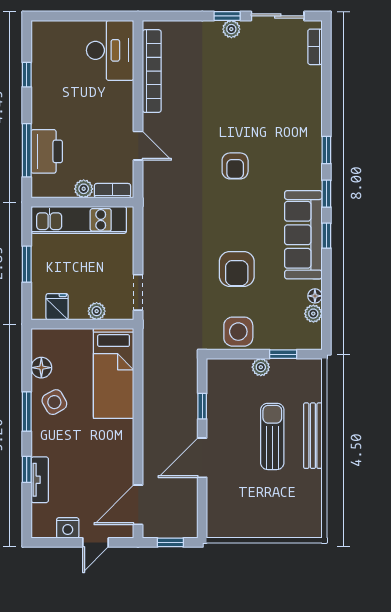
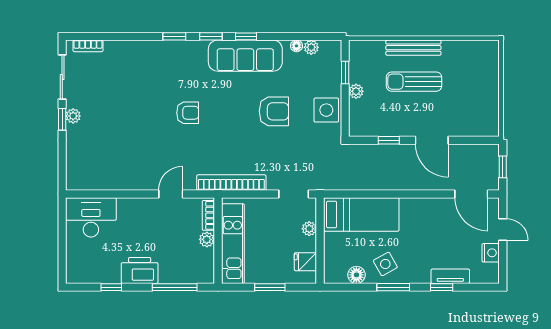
bookcase: (152, 71) -> (231, 183), moved
printer: (47, 151) -> (140, 270), moved

